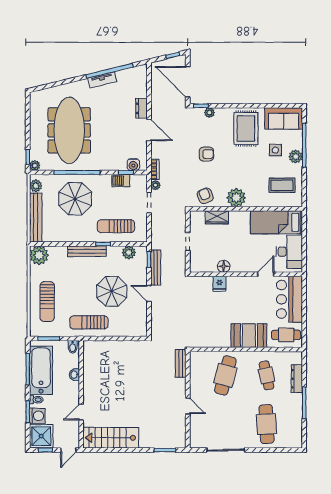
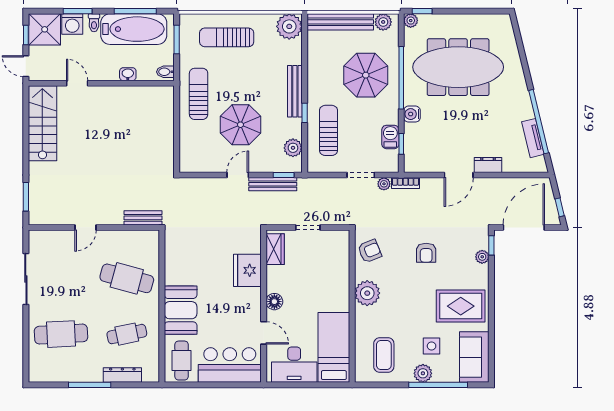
tv unit: (102, 80) -> (533, 138), moved
water cooler: (133, 165) -> (412, 114), moved
wardrobe: (217, 217) -> (275, 249), moved, turned 180
floor lamp: (224, 266) -> (274, 302), moved
fridge: (219, 284) -> (247, 270), width x1.88, depth x1.34

